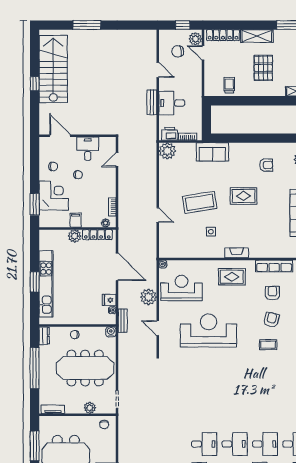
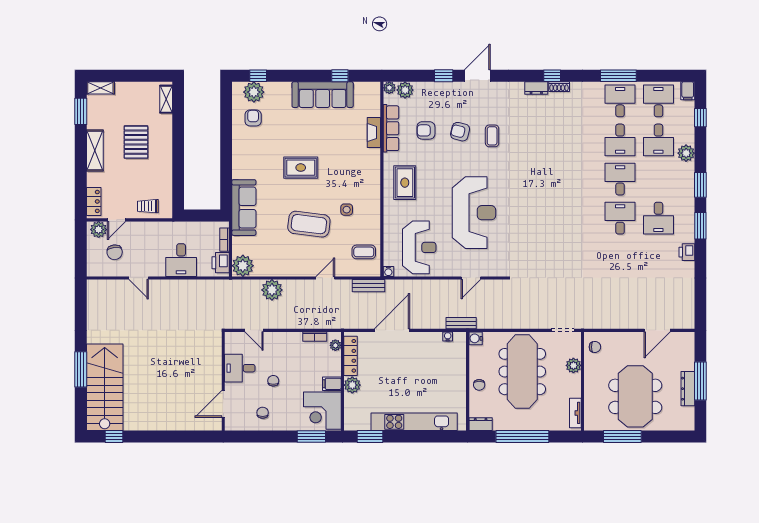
window: (183, 25) -> (81, 246), removed
locker: (223, 35) -> (94, 201), width x0.66
pallet: (263, 68) -> (136, 142), turned 90
stairs: (53, 69) -> (105, 387), moved, turned 90
door: (158, 70) -> (139, 278), swing flipped
window: (35, 84) -> (114, 437), moved
trolley: (229, 85) -> (148, 206), moved
bench: (152, 102) -> (369, 286), moved
sofa: (213, 152) -> (244, 208), width x1.36
armchair: (266, 165) -> (253, 118), moved
corner desk: (54, 196) -> (322, 411), moved, turned -90
rug: (244, 196) -> (301, 168), turned 90
coffee table: (200, 202) -> (309, 224), turned -74
coffee table: (178, 245) -> (364, 252), added
fireplace: (237, 253) -> (374, 132), moved
window: (35, 282) -> (370, 437), moved
reception desk: (182, 288) -> (419, 247), turned 180
plant: (148, 297) -> (272, 290), moved
fridge: (109, 300) -> (434, 341), removed
reception desk: (209, 331) -> (474, 213), turned 180
desk: (265, 444) -> (620, 140), turned 180

